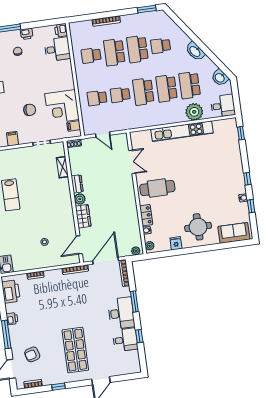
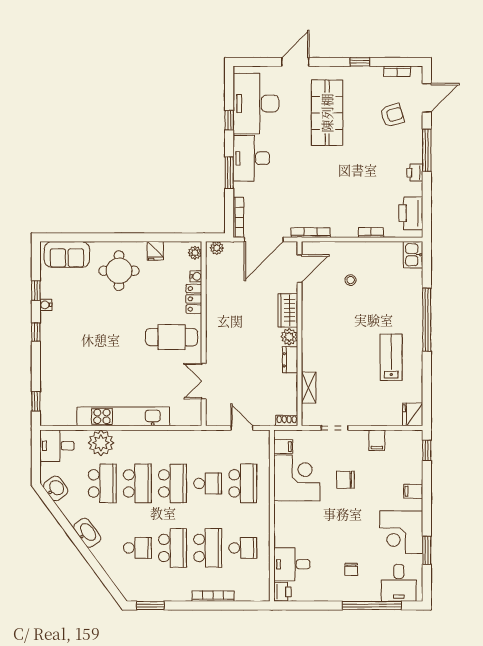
printer: (27, 34) -> (334, 594), removed
school desk: (97, 98) -> (243, 483), width x1.85
desk: (125, 340) -> (256, 104), width x1.87, depth x1.30

